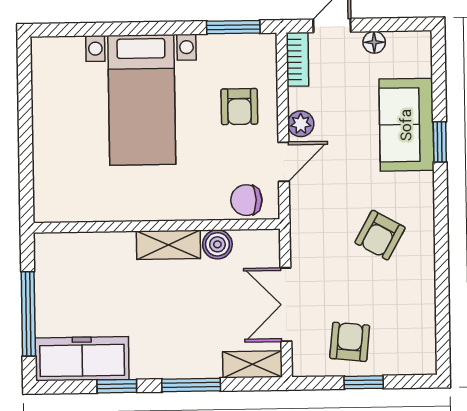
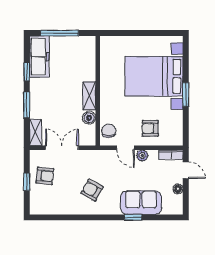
window: (233, 27) -> (186, 94), moved
bed with nightstands: (142, 100) -> (154, 76), width x1.36

